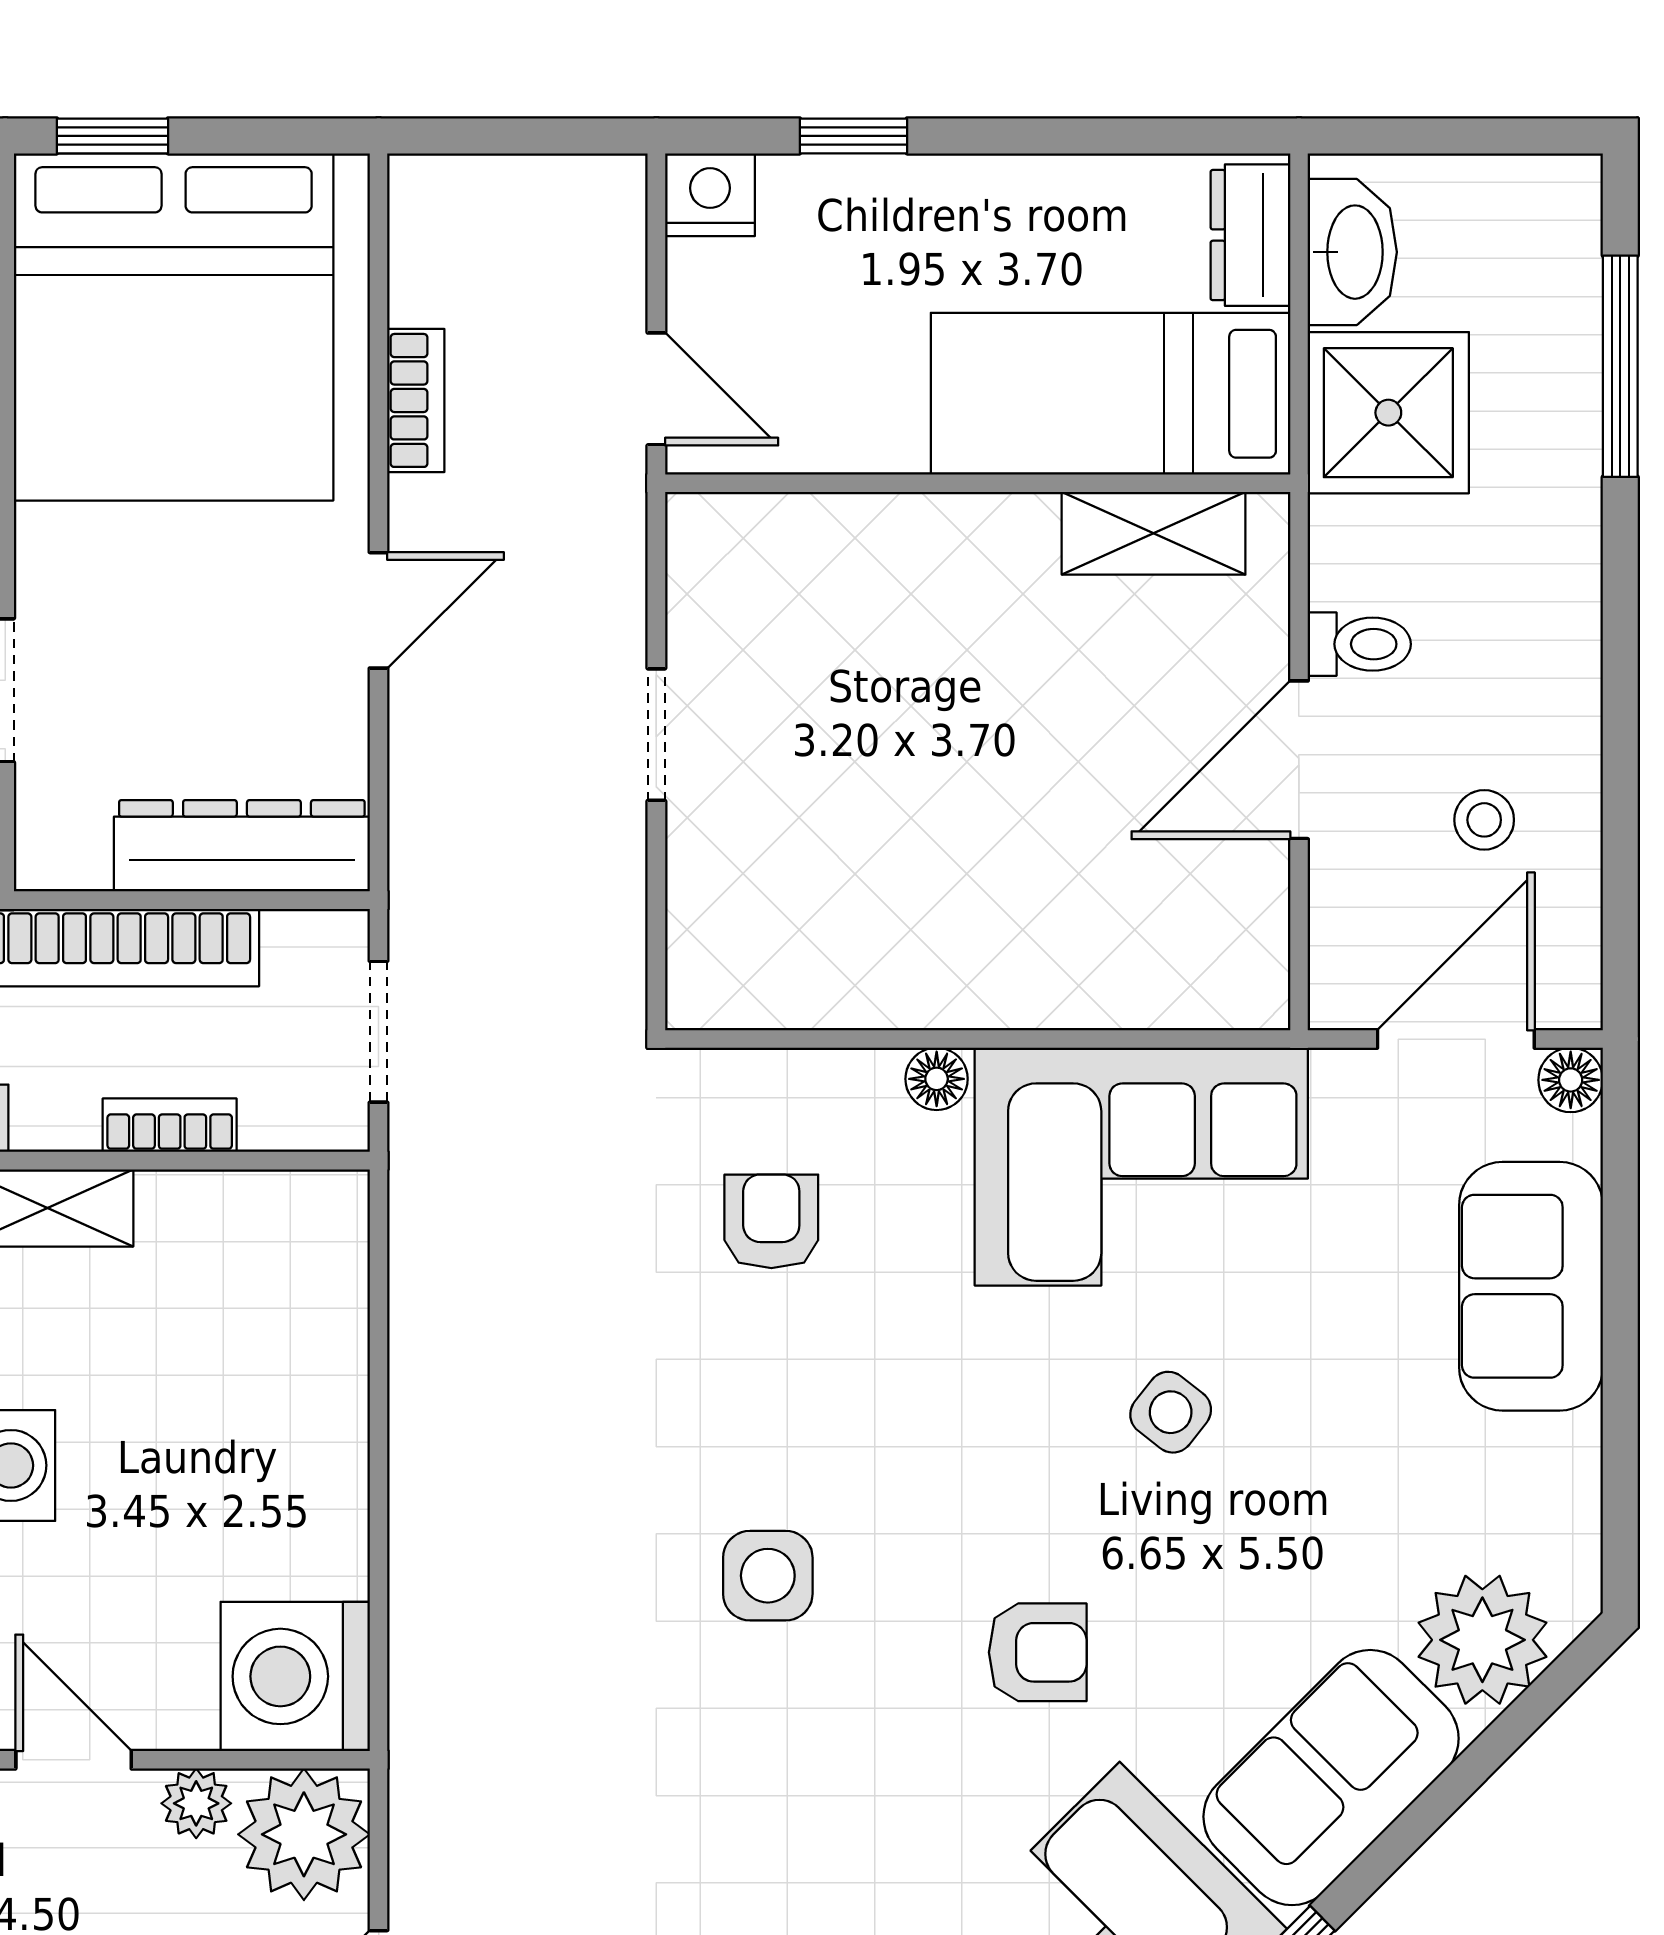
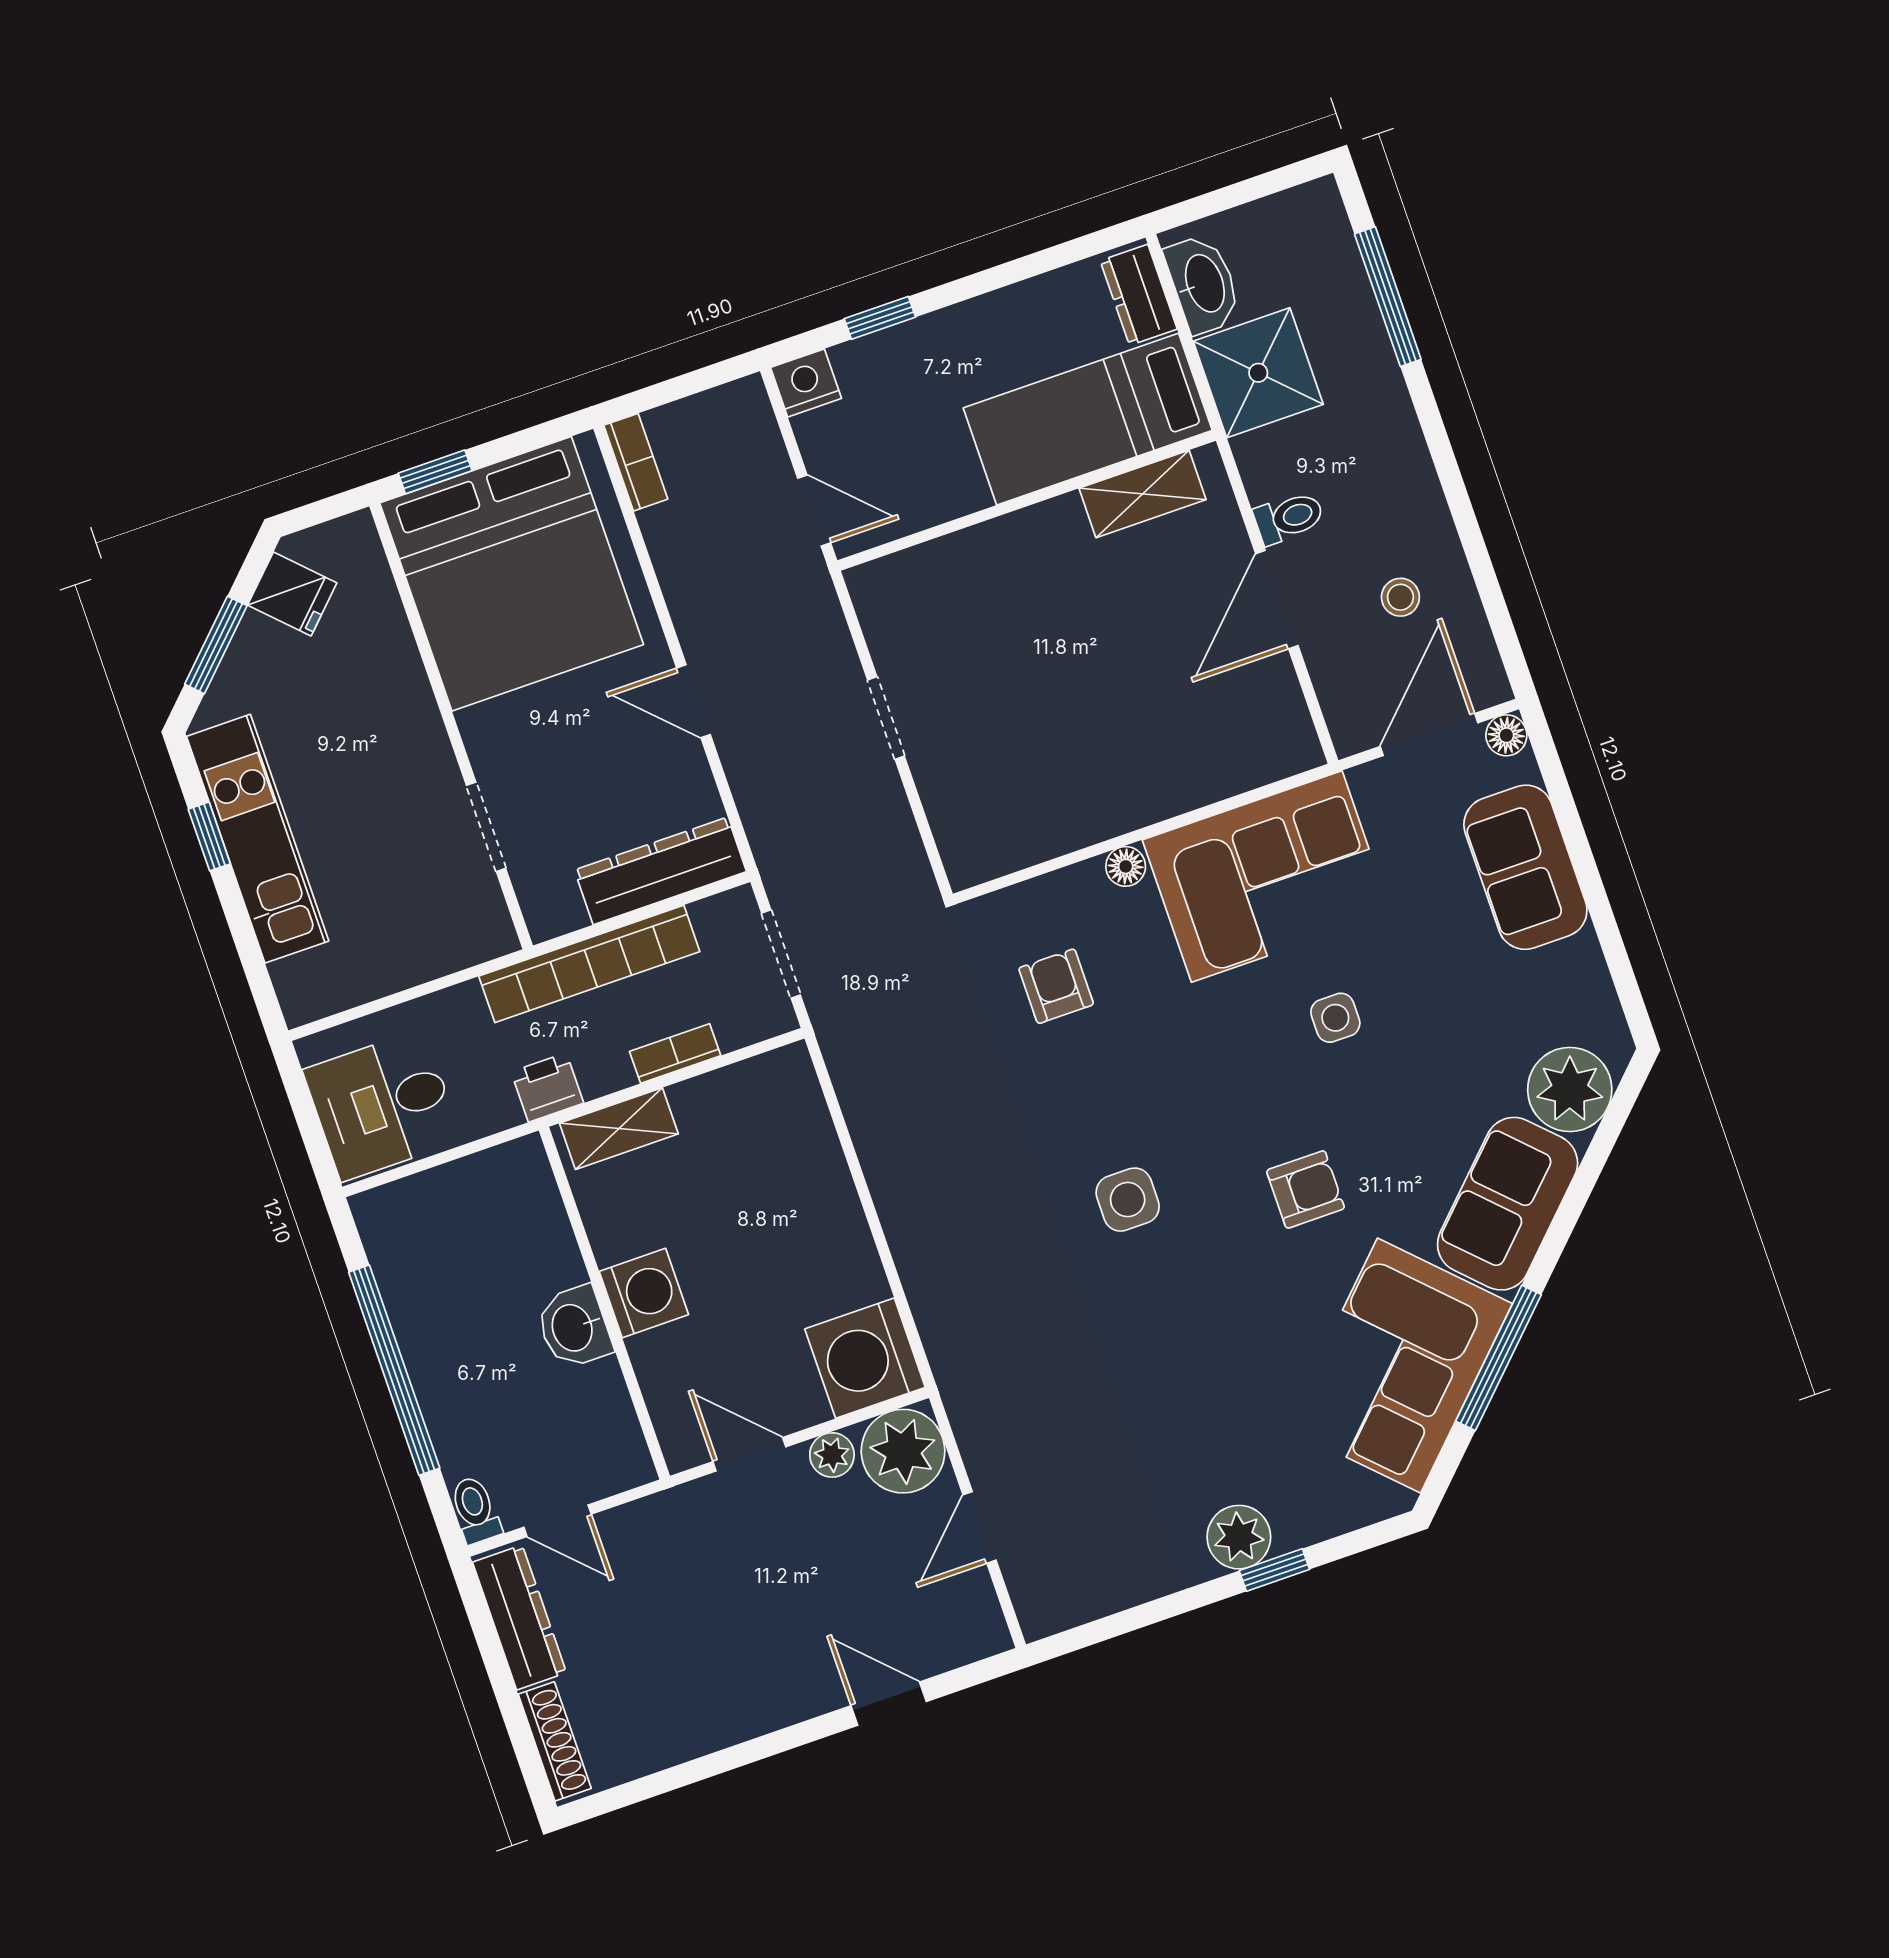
bookcase: (416, 400) -> (636, 462), moved
door: (379, 610) -> (693, 701), swing flipped
side table: (1171, 1412) -> (1335, 1018), turned -38

